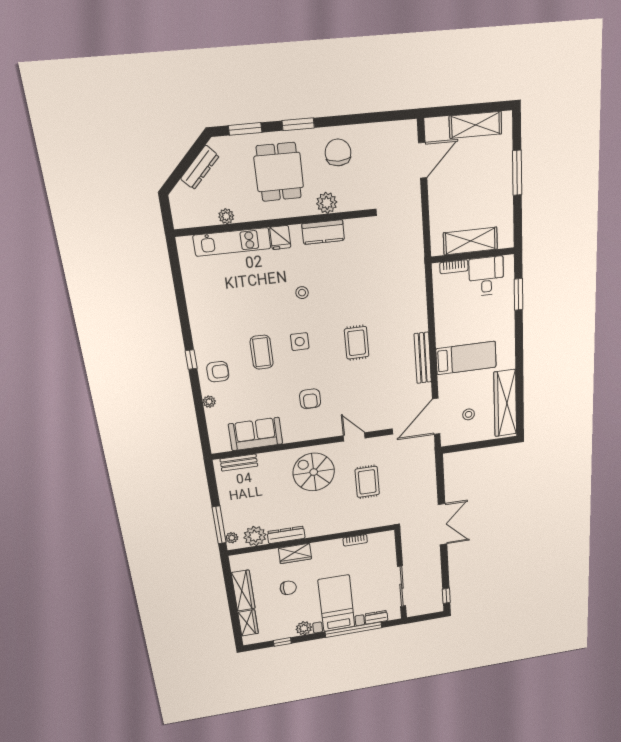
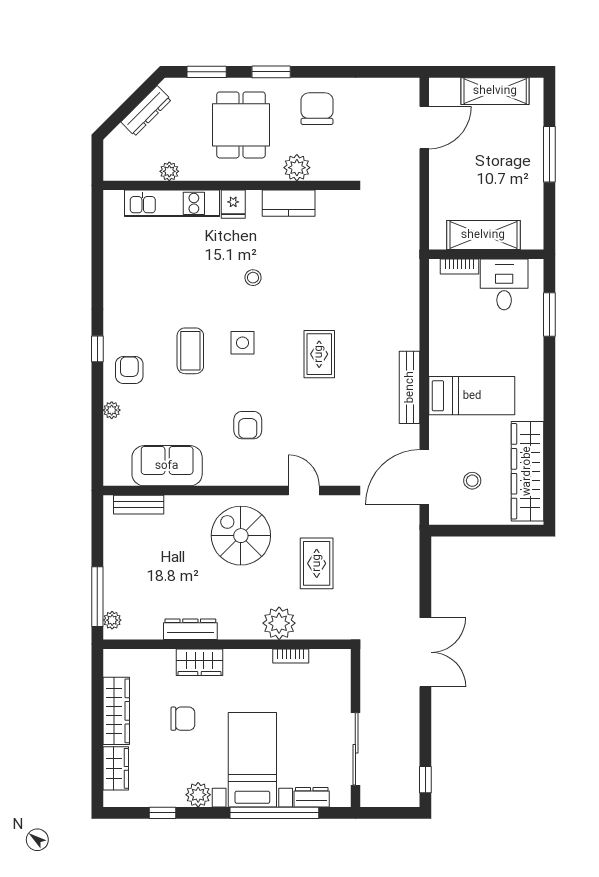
armchair: (218, 372) -> (129, 370), turned -90
plant: (255, 536) -> (279, 623), moved

